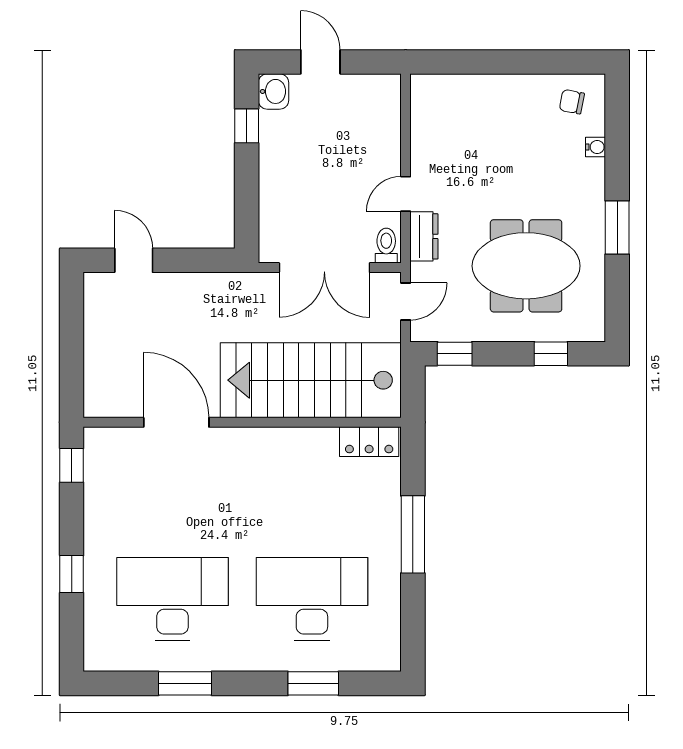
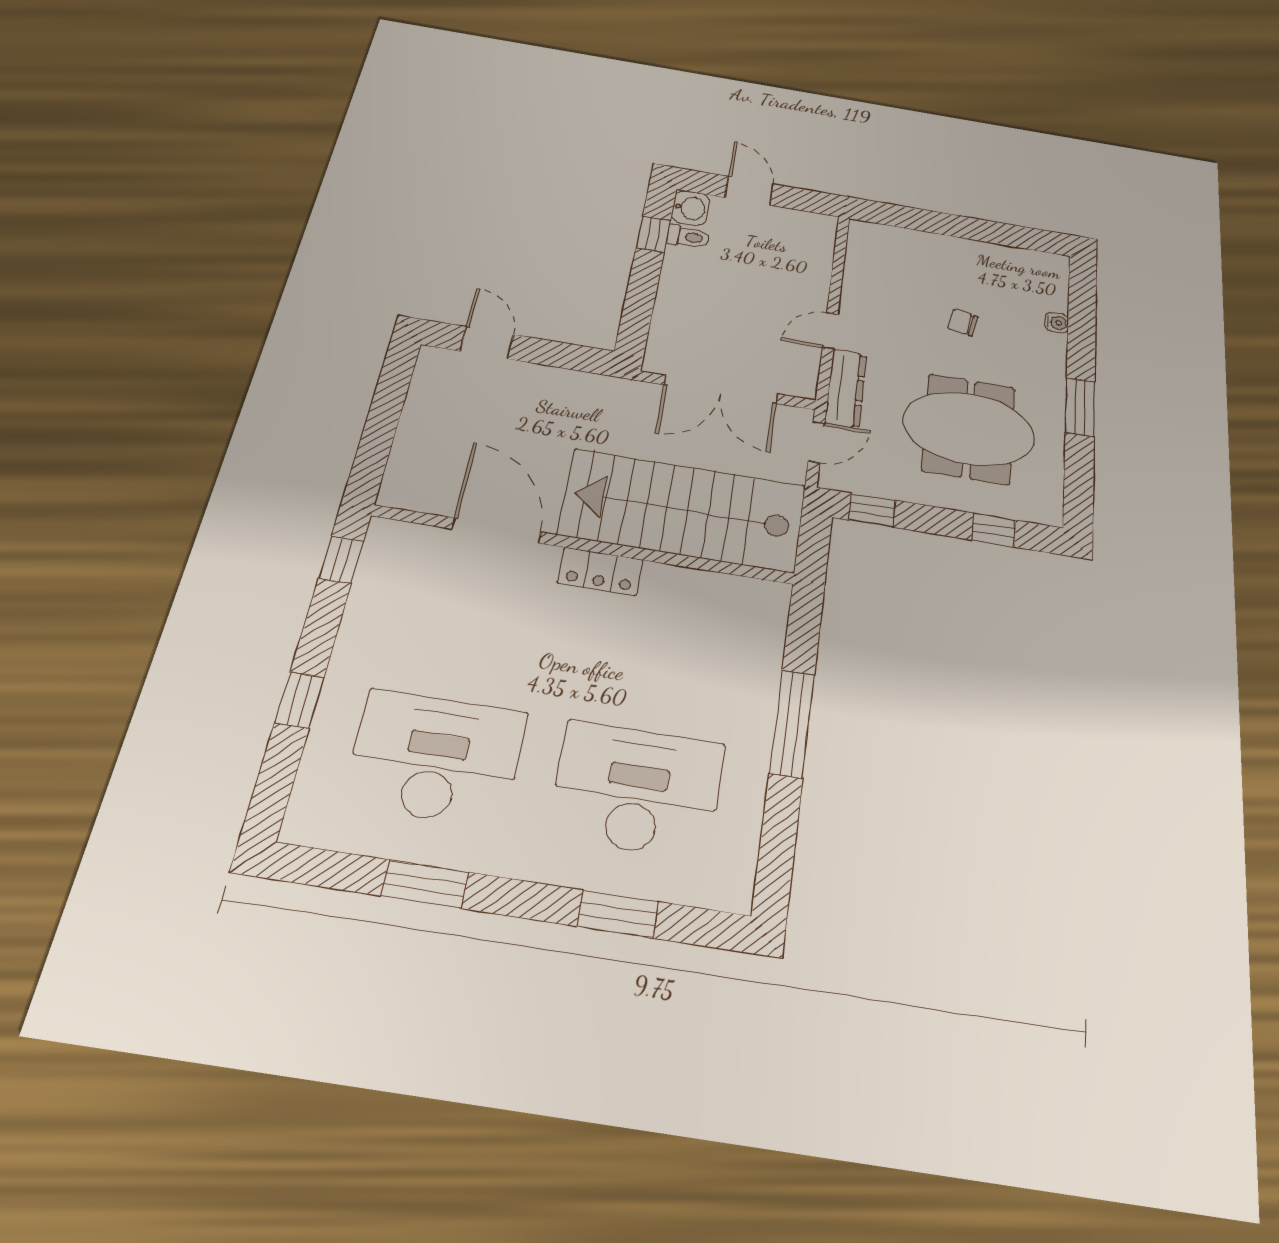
chair: (572, 102) -> (963, 322), moved
dresser: (424, 236) -> (846, 388), width x1.44
toilet: (386, 246) -> (688, 237), moved, turned 90
locker: (369, 442) -> (600, 571), moved

